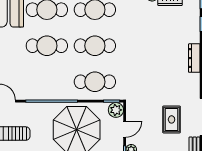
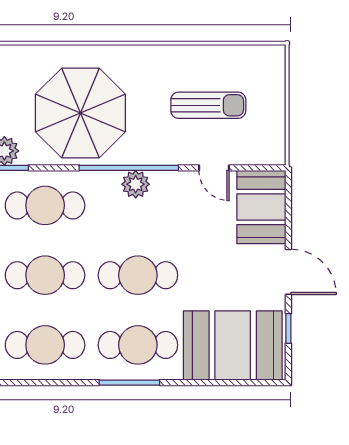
plant: (48, 93) -> (136, 184), added

